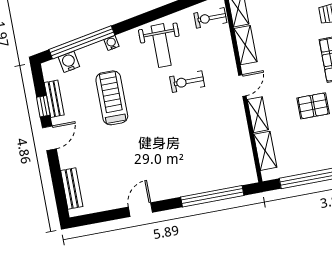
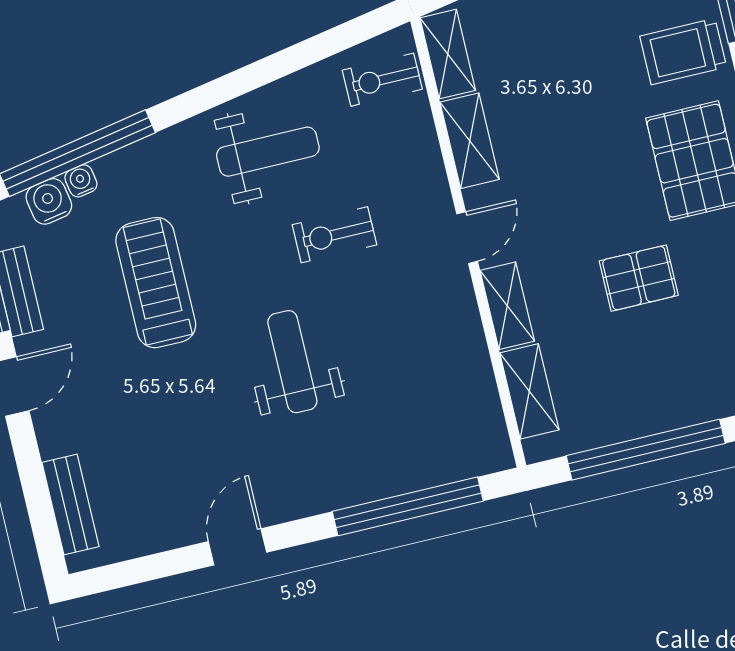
water cooler: (111, 43) -> (81, 181), moved
weight bench: (161, 46) -> (268, 152), turned -90
weight bench: (167, 134) -> (292, 362), added

